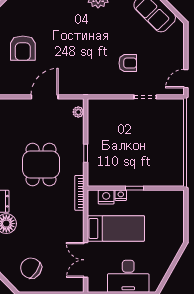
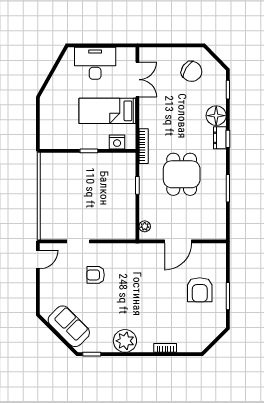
armchair: (23, 48) -> (200, 290), turned 180
nightstand: (121, 195) -> (103, 144), removed

